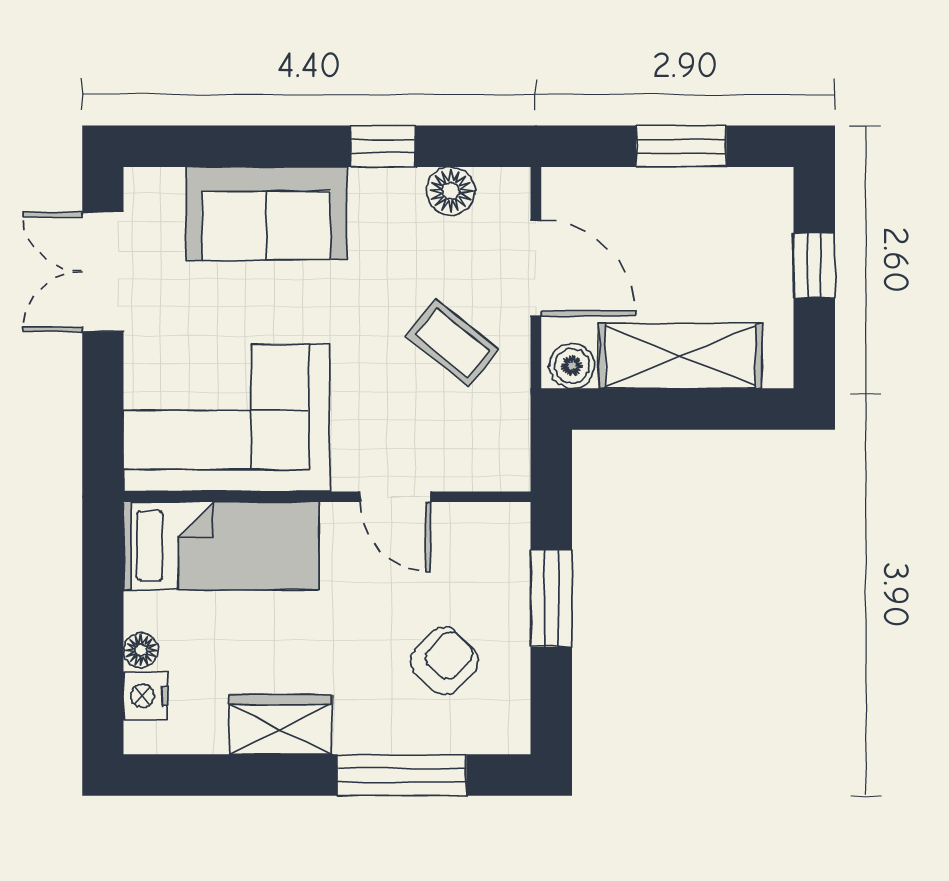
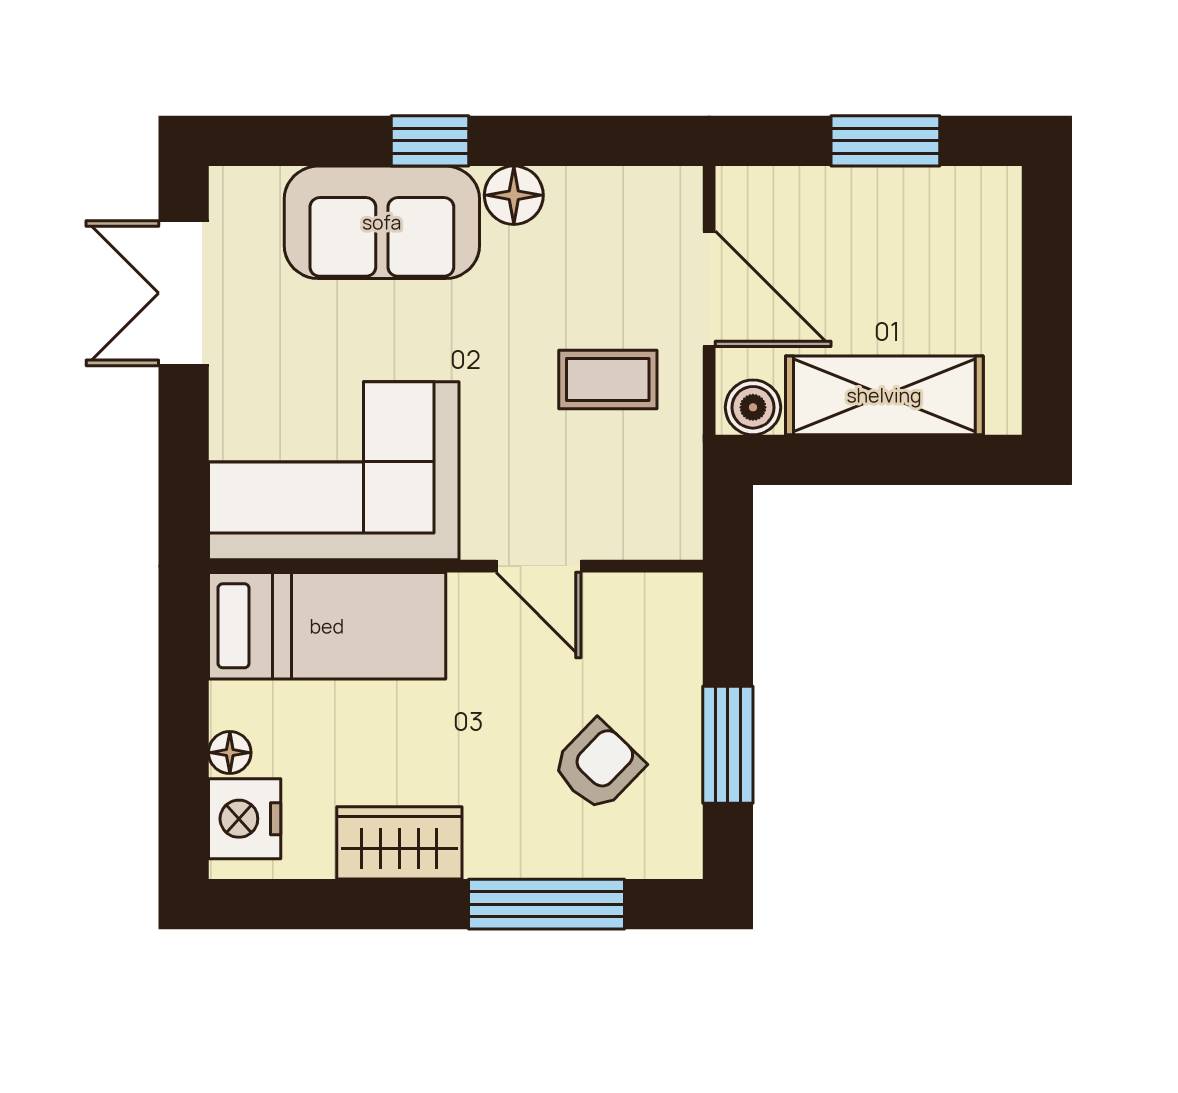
window: (383, 146) -> (430, 141), moved
floor lamp: (451, 191) -> (514, 195), moved
window: (814, 266) -> (1047, 286), removed
coffee table: (452, 343) -> (608, 380), turned -39
window: (551, 598) -> (728, 745), moved
nightstand: (146, 696) -> (245, 819), width x1.36, depth x1.33

